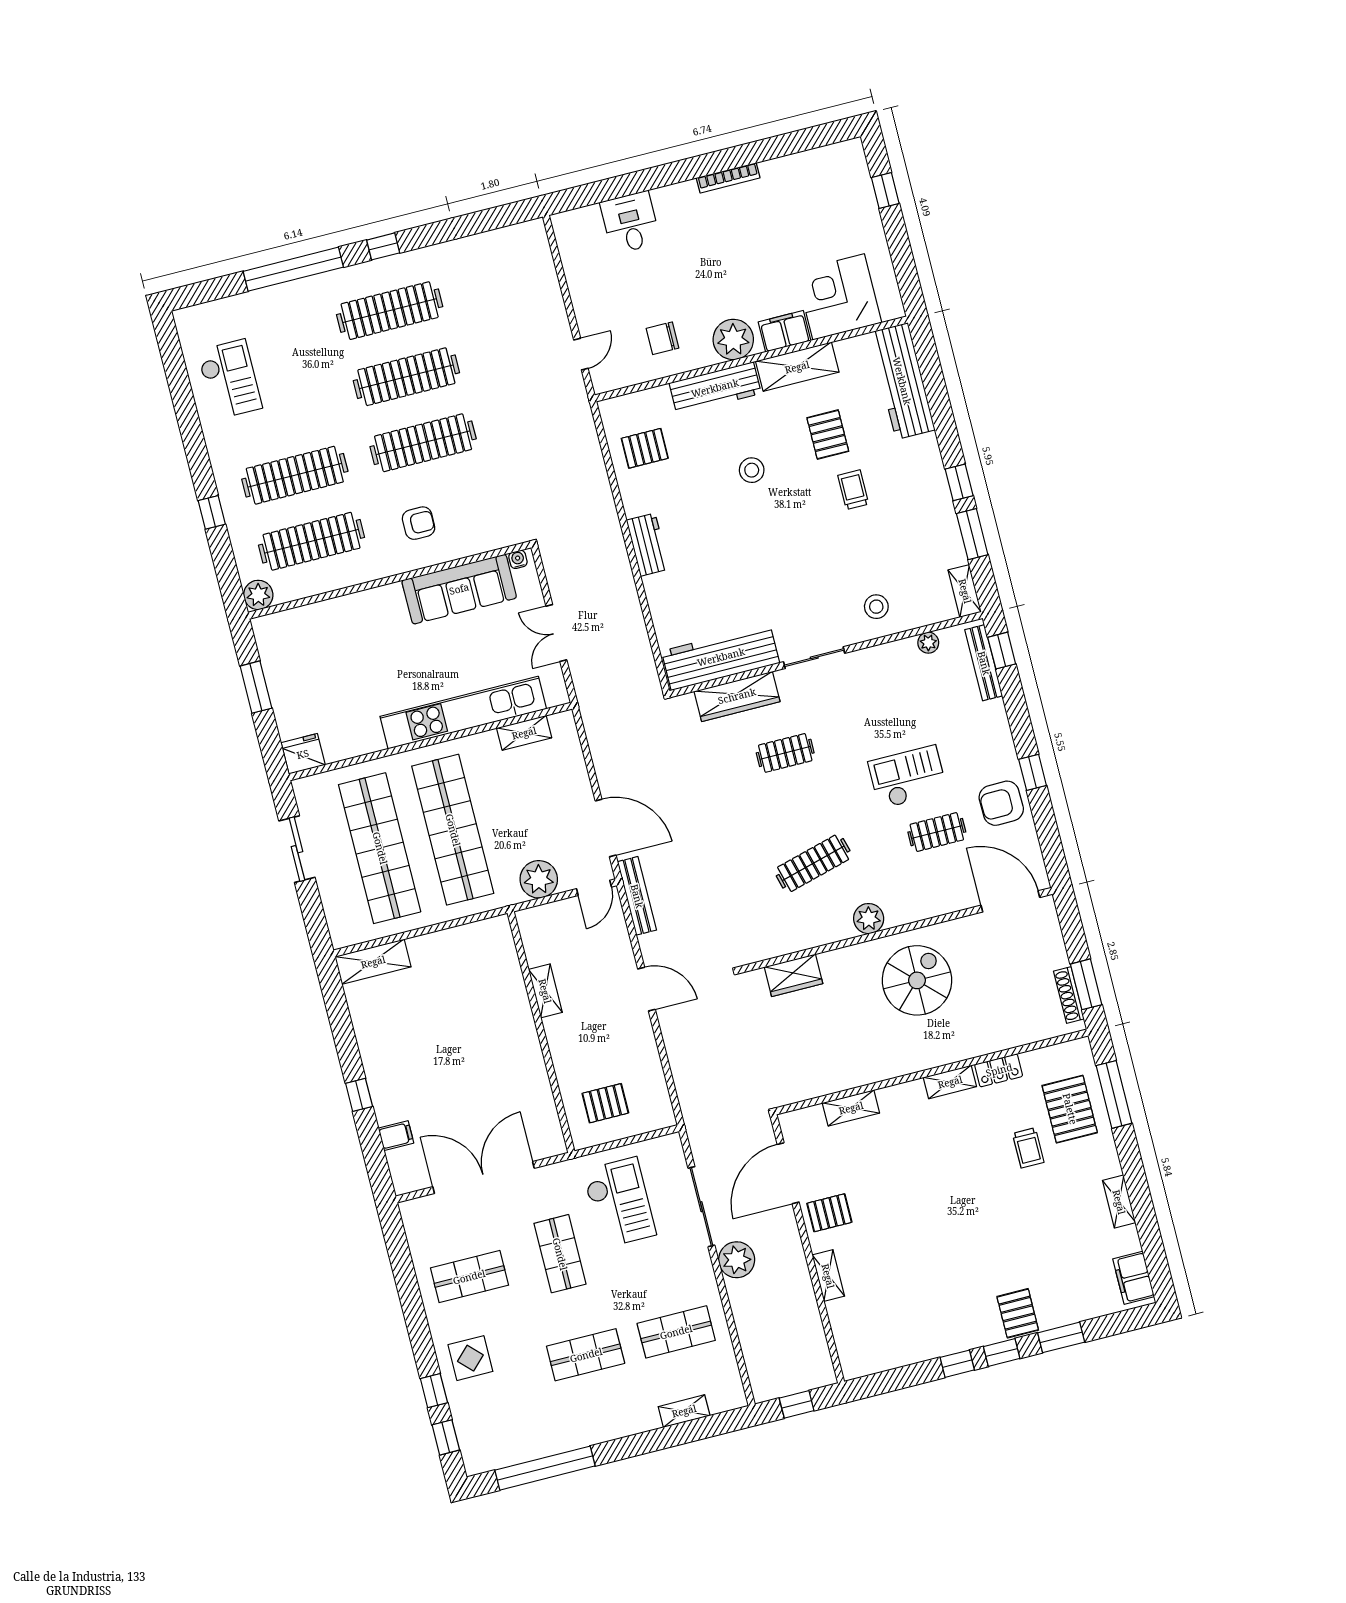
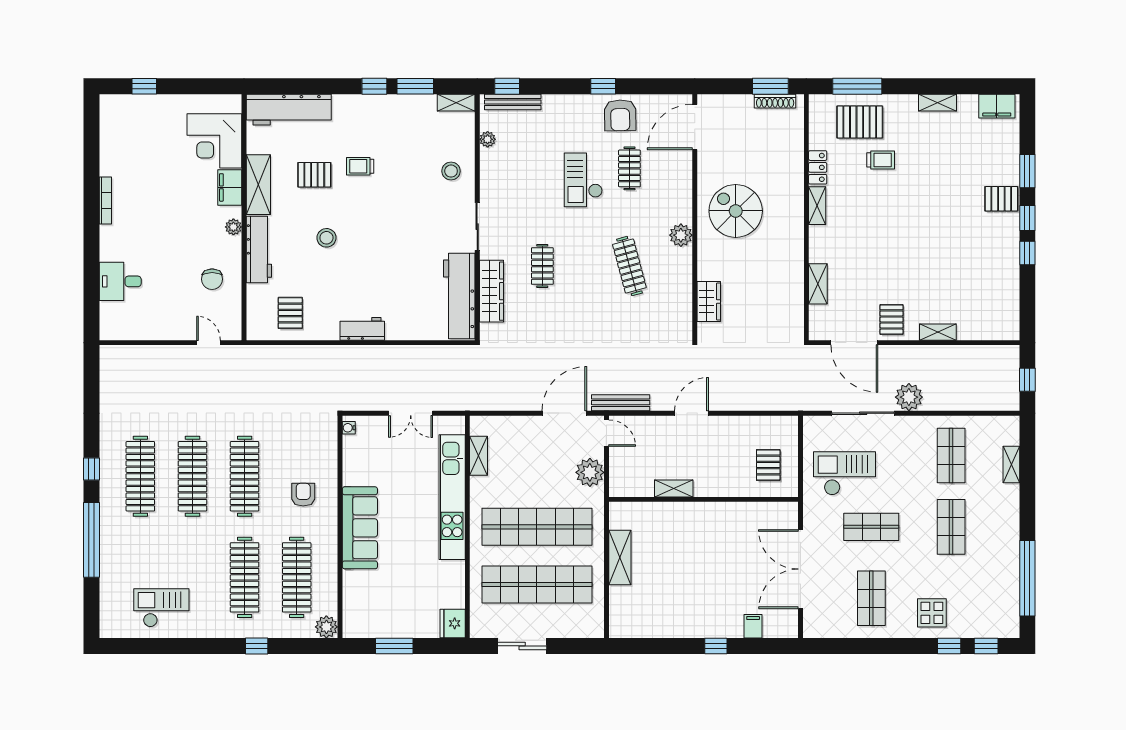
plant: (733, 339) -> (233, 227), width x0.53, depth x0.53
sofa: (459, 589) -> (360, 528), moved
shelving: (373, 962) -> (620, 558), moved

